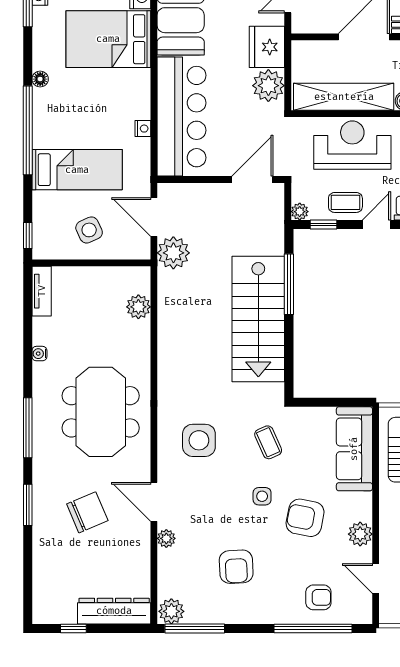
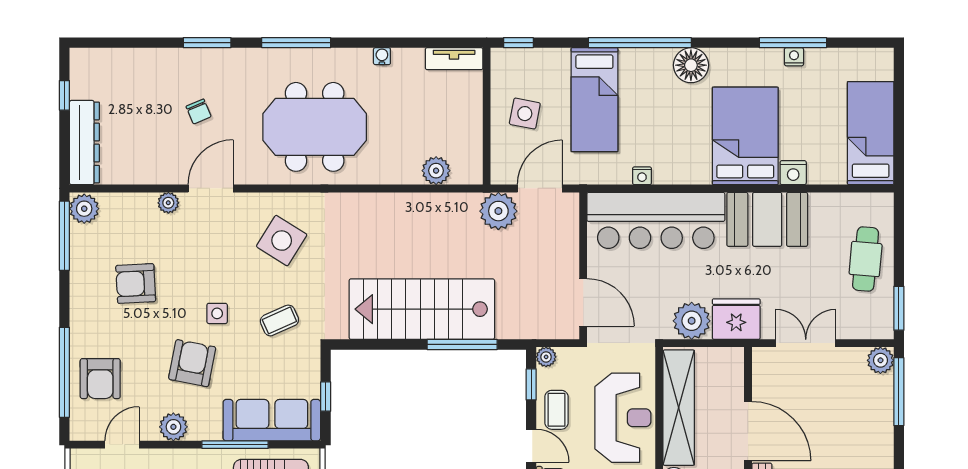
floor lamp: (40, 79) -> (691, 65), width x1.89, depth x1.89
side table: (89, 230) -> (525, 114), turned 36
window: (334, 402) -> (326, 397), added
side table: (199, 440) -> (282, 241), turned 32
window: (376, 481) -> (235, 445), added
chair: (87, 512) -> (199, 112), width x0.54, depth x0.54
armchair: (318, 597) -> (100, 379), width x1.38, depth x1.38

